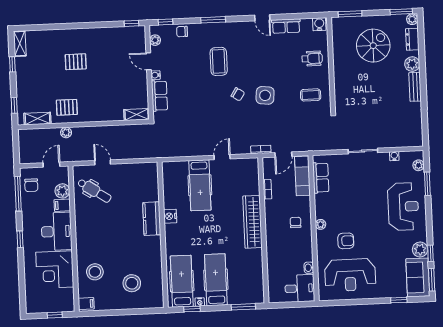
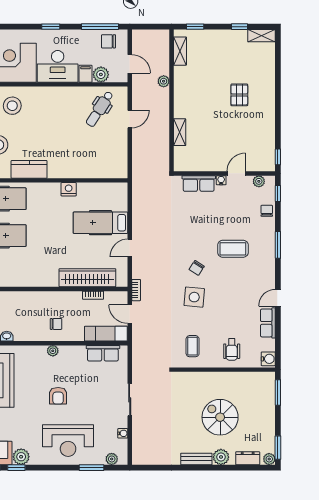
spiral stairs: (373, 46) -> (220, 417), moved, turned 180
pallet: (67, 107) -> (191, 83), removed
shelving: (137, 115) -> (180, 132), moved
door: (222, 157) -> (130, 248), swing flipped
kitchen counter: (152, 219) -> (29, 169), moved
wardrobe: (253, 222) -> (87, 278), moved
armchair: (346, 241) -> (58, 396), moved

